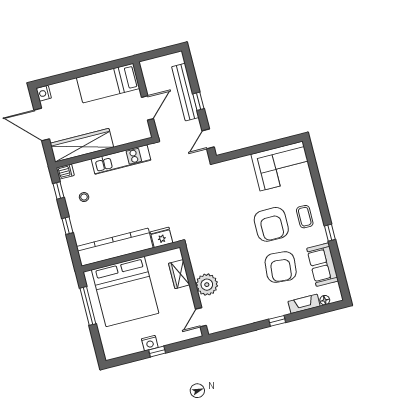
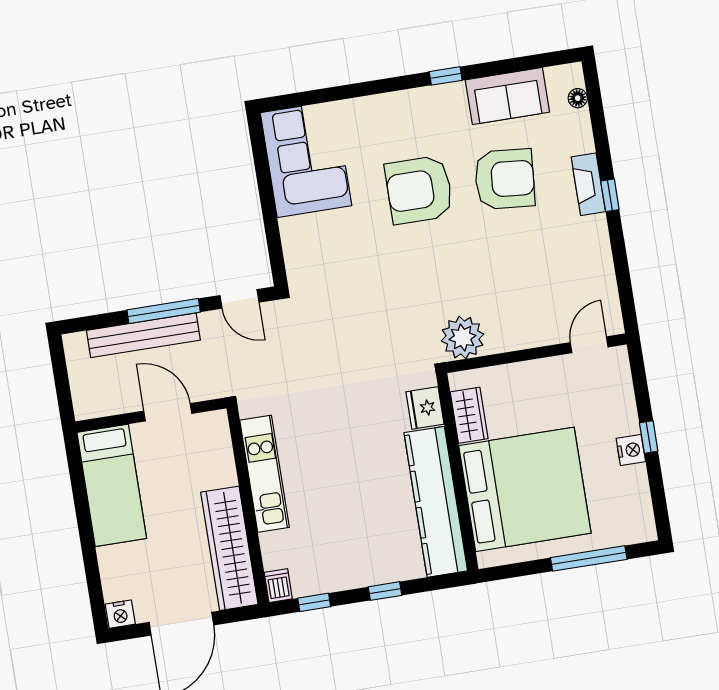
window: (198, 101) -> (164, 311), width x2.17
stool: (84, 197) -> (332, 553), removed
coffee table: (305, 217) -> (410, 123), removed
armchair: (271, 224) -> (419, 190), turned 180
wardrobe: (179, 274) -> (469, 415), moved, turned -90
plant: (207, 285) -> (463, 338), moved
fireplace: (304, 304) -> (588, 184), moved
window: (88, 306) -> (589, 558), moved
door: (201, 317) -> (589, 345), swing flipped

